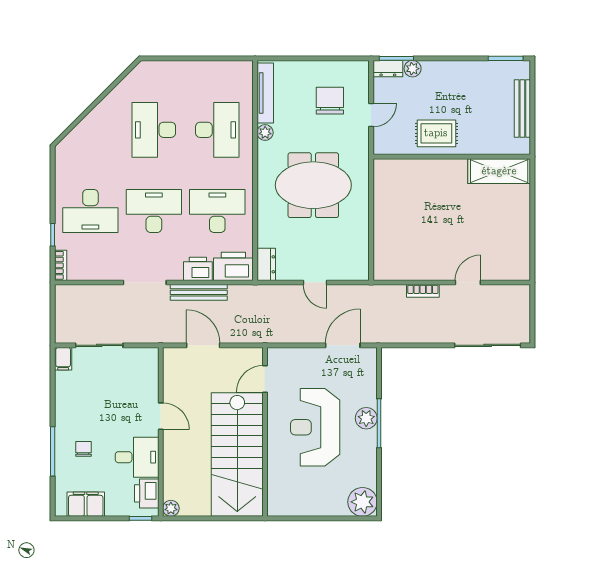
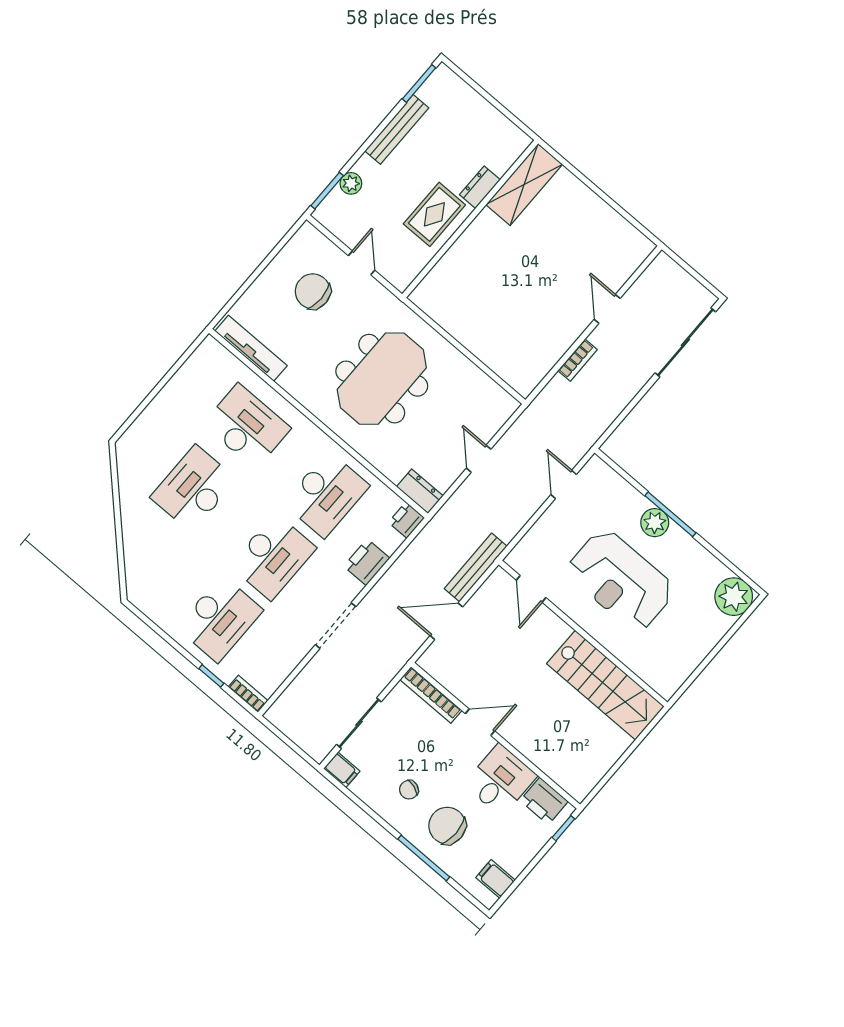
dresser: (388, 69) -> (480, 187), moved, turned 180
bench: (522, 109) -> (397, 129), moved, turned 90
desk: (154, 130) -> (194, 488), turned 90
plant: (265, 133) -> (290, 382), removed
desk: (154, 211) -> (273, 557), turned 180
desk: (217, 211) -> (326, 494), turned 180
printer: (233, 266) -> (406, 520), width x0.53, depth x0.68
door: (315, 282) -> (479, 459), swing flipped
bench: (199, 292) -> (476, 567), moved
door: (343, 345) -> (564, 484), width x0.73
bookcase: (152, 373) -> (431, 695), added
chair: (85, 408) -> (409, 790), added
chair: (83, 449) -> (447, 826), width x1.87, depth x1.87
stairs: (237, 455) -> (605, 685), width x0.73, depth x0.66
filing cabinet: (86, 504) -> (495, 879), width x0.50
plant: (171, 508) -> (579, 790), removed

